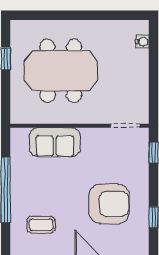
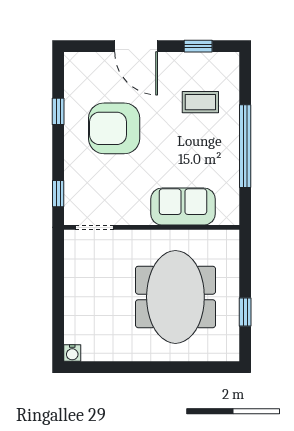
water cooler: (142, 42) -> (72, 353), moved, turned -90
meeting table: (61, 71) -> (175, 297), turned 90

